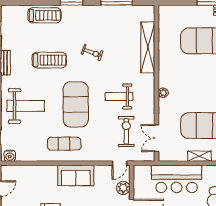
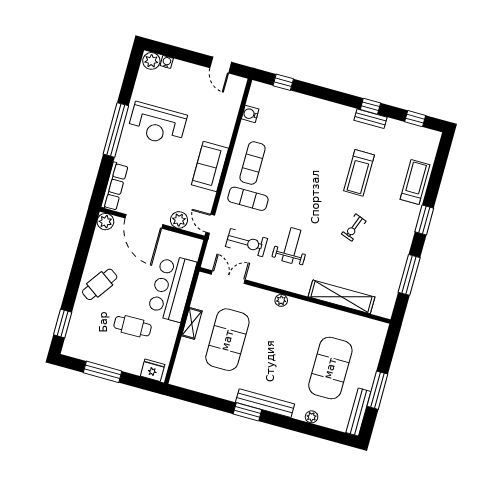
treadmill: (44, 15) -> (415, 182), turned 180
exercise mat: (76, 105) -> (248, 199), moved, width x0.50, depth x0.69
weight bench: (26, 106) -> (311, 129), removed
water cooler: (10, 156) -> (250, 114), moved

